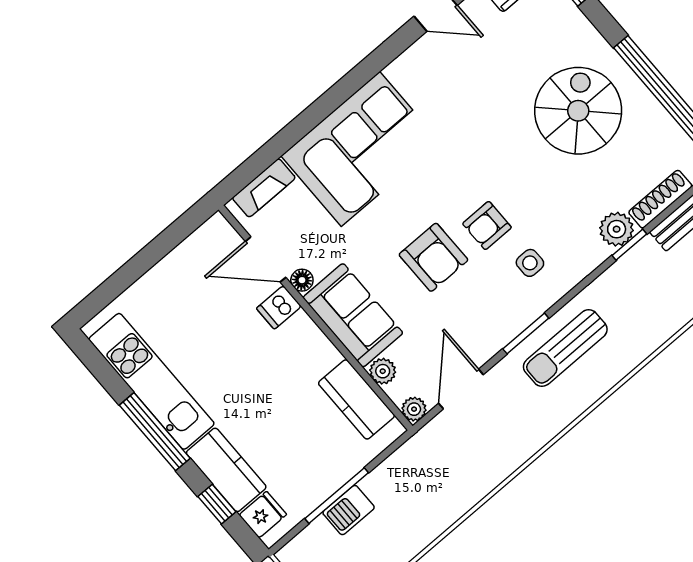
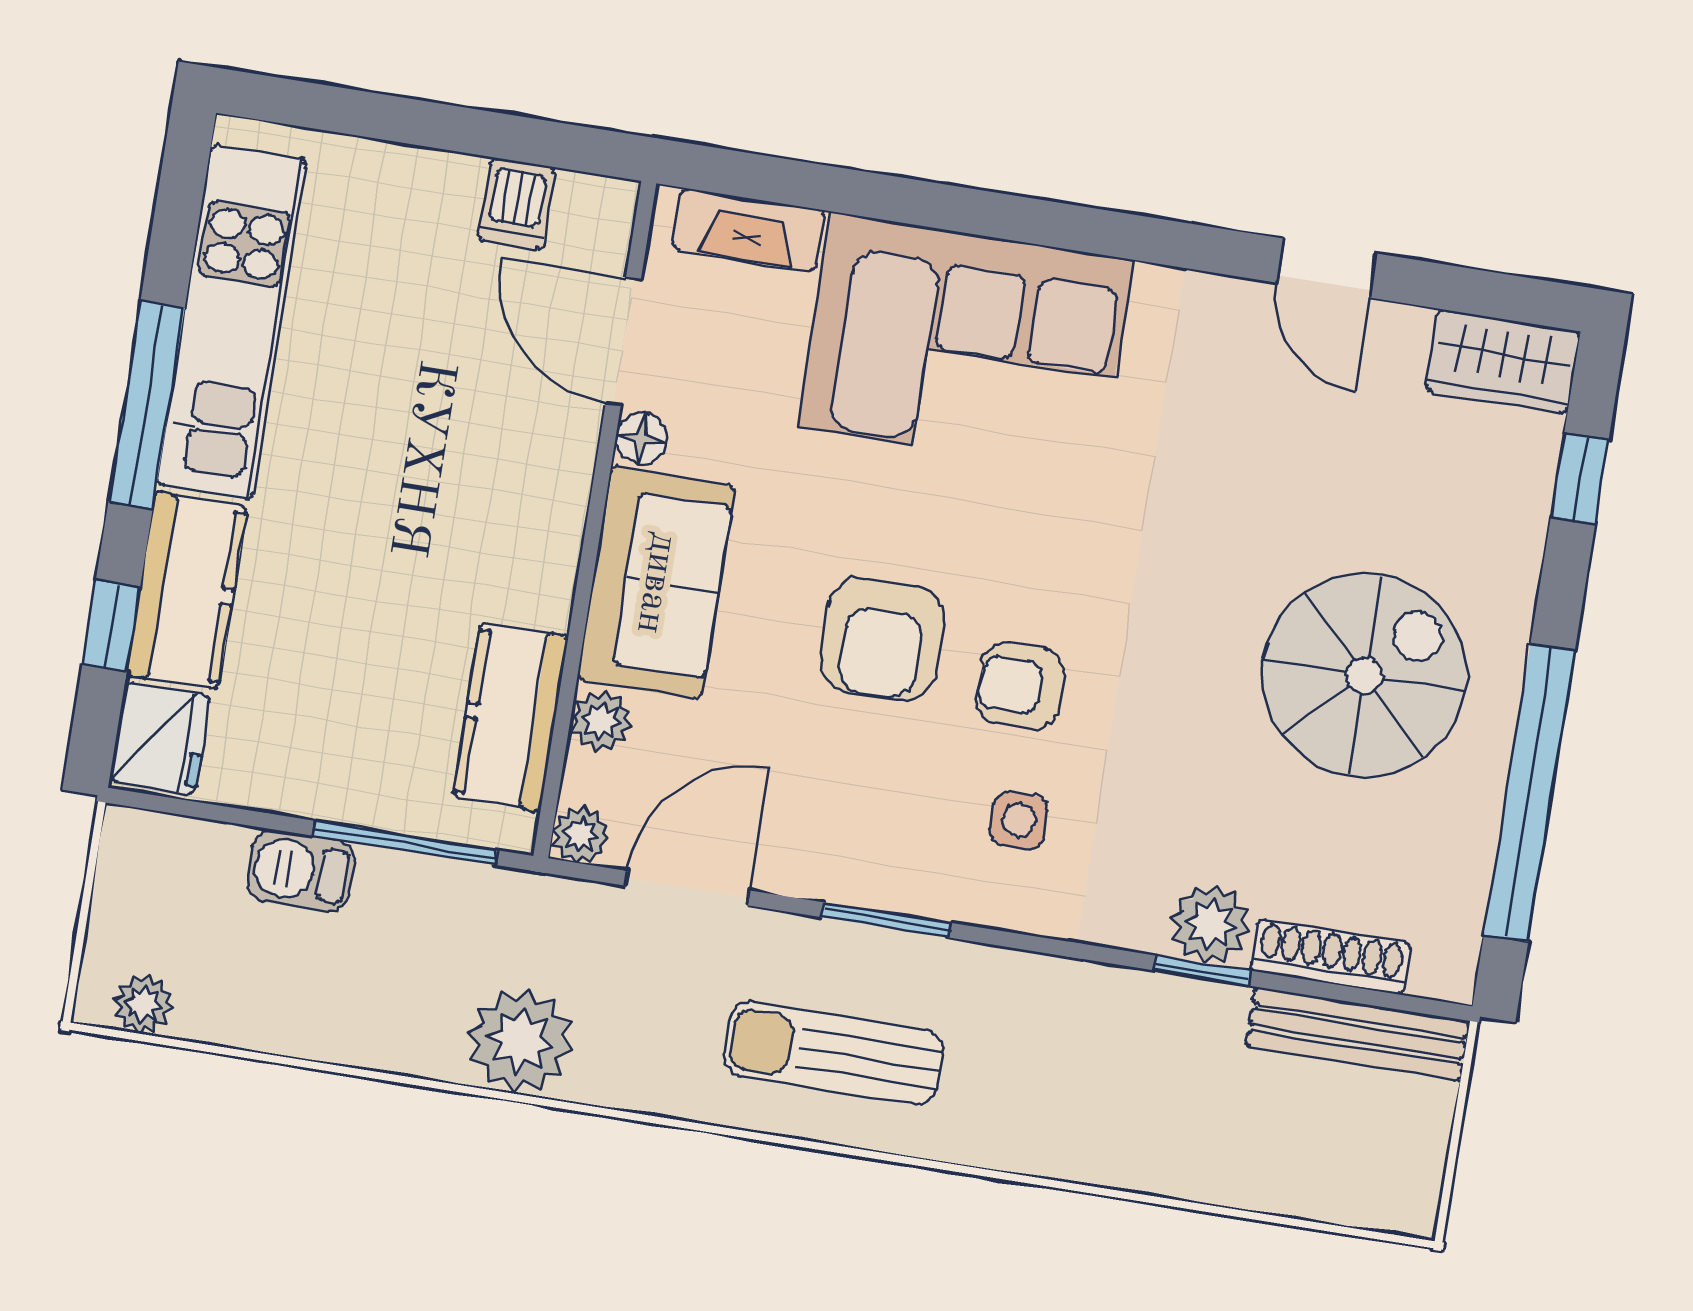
dishwasher: (279, 307) -> (517, 204), moved, turned -90
sun lounger: (565, 348) -> (833, 1053), moved
plant: (465, 485) -> (521, 1041), added
window: (337, 496) -> (404, 843), moved
fridge: (263, 515) -> (160, 738), width x1.38

